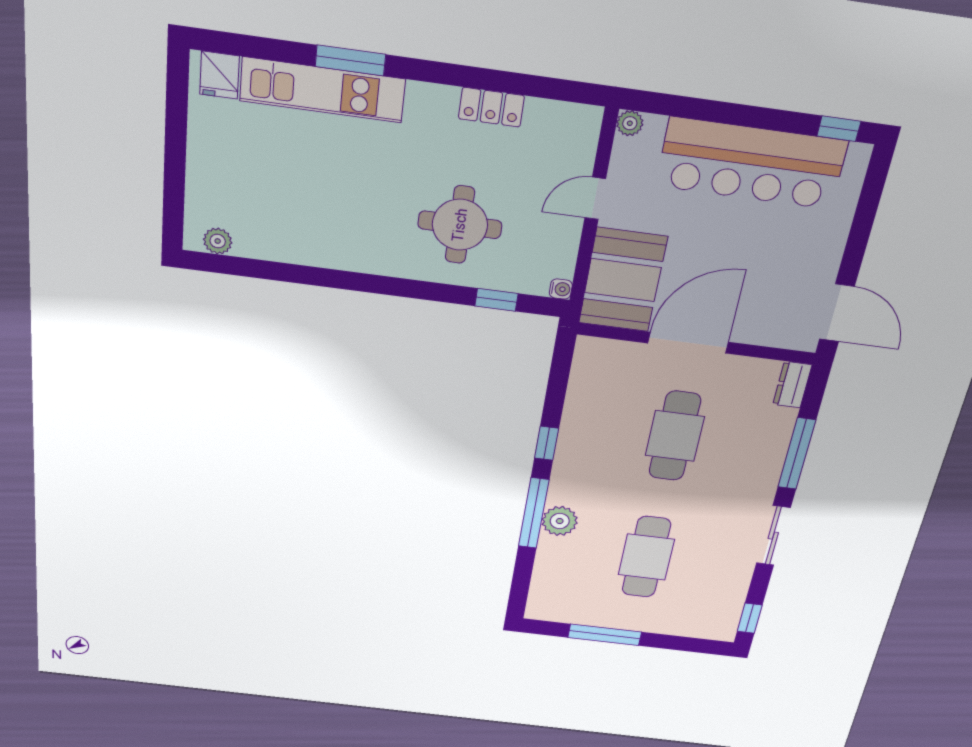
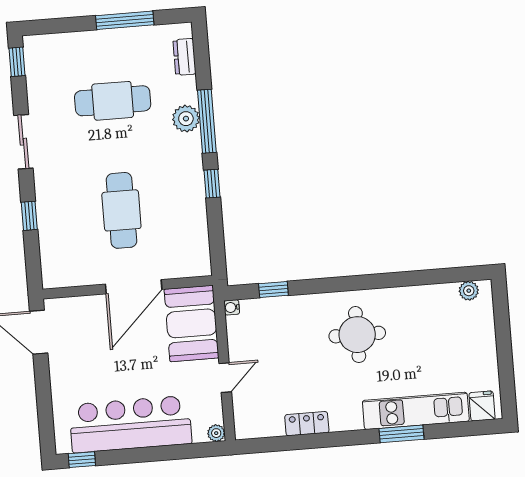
round table: (460, 225) -> (357, 335), moved
dresser: (792, 385) -> (185, 57), moved, turned 180
window: (797, 454) -> (29, 216), width x0.46
cafe table: (646, 557) -> (113, 101), turned 90

